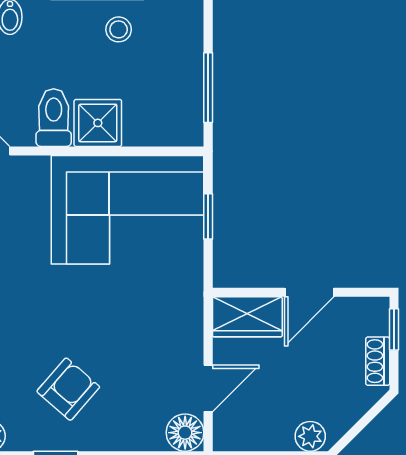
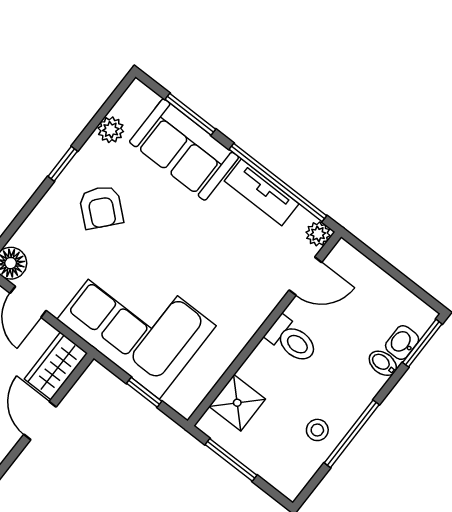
shower: (98, 123) -> (237, 403), moved
corner sofa: (128, 210) -> (137, 323), moved, turned 90

